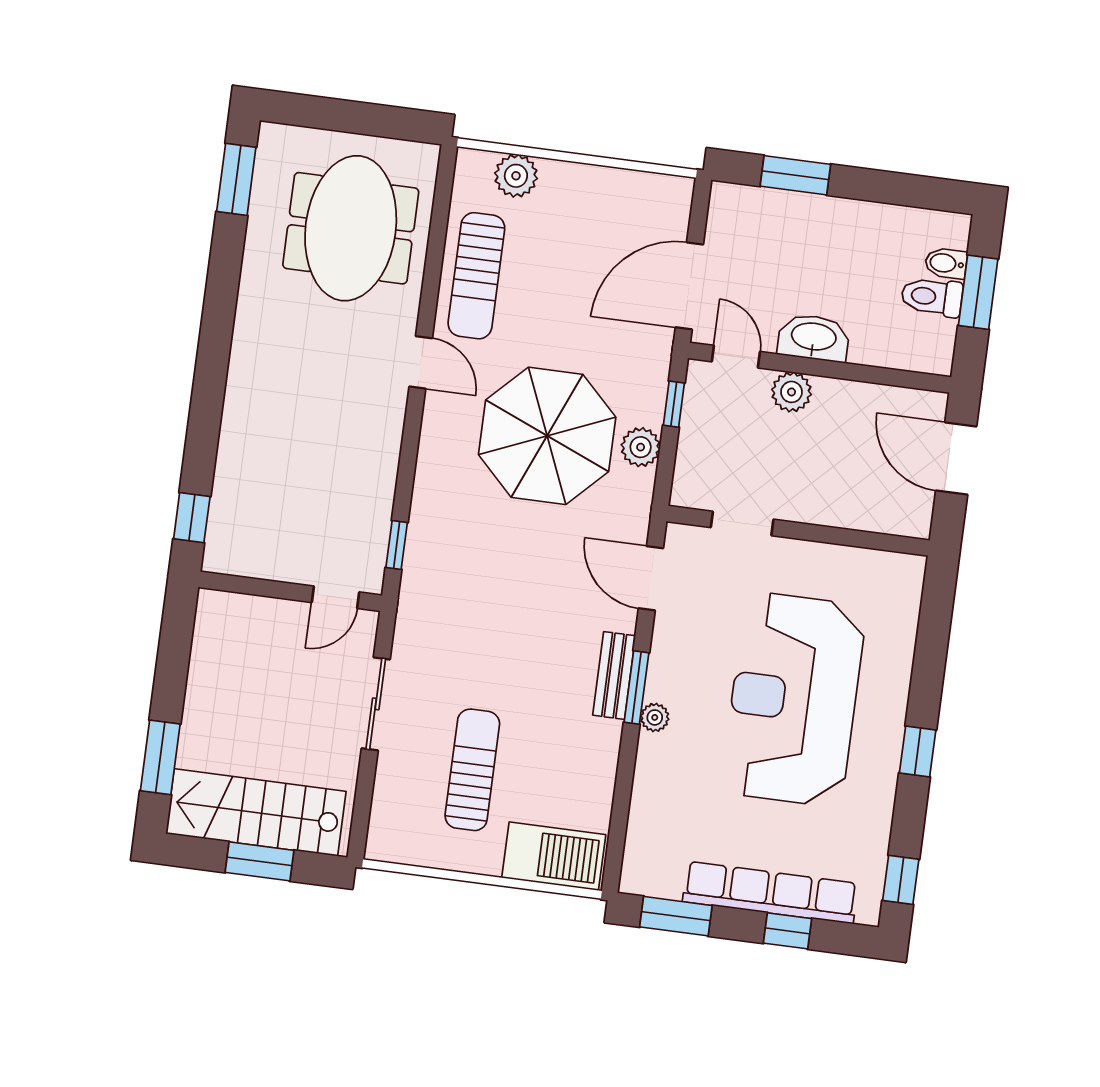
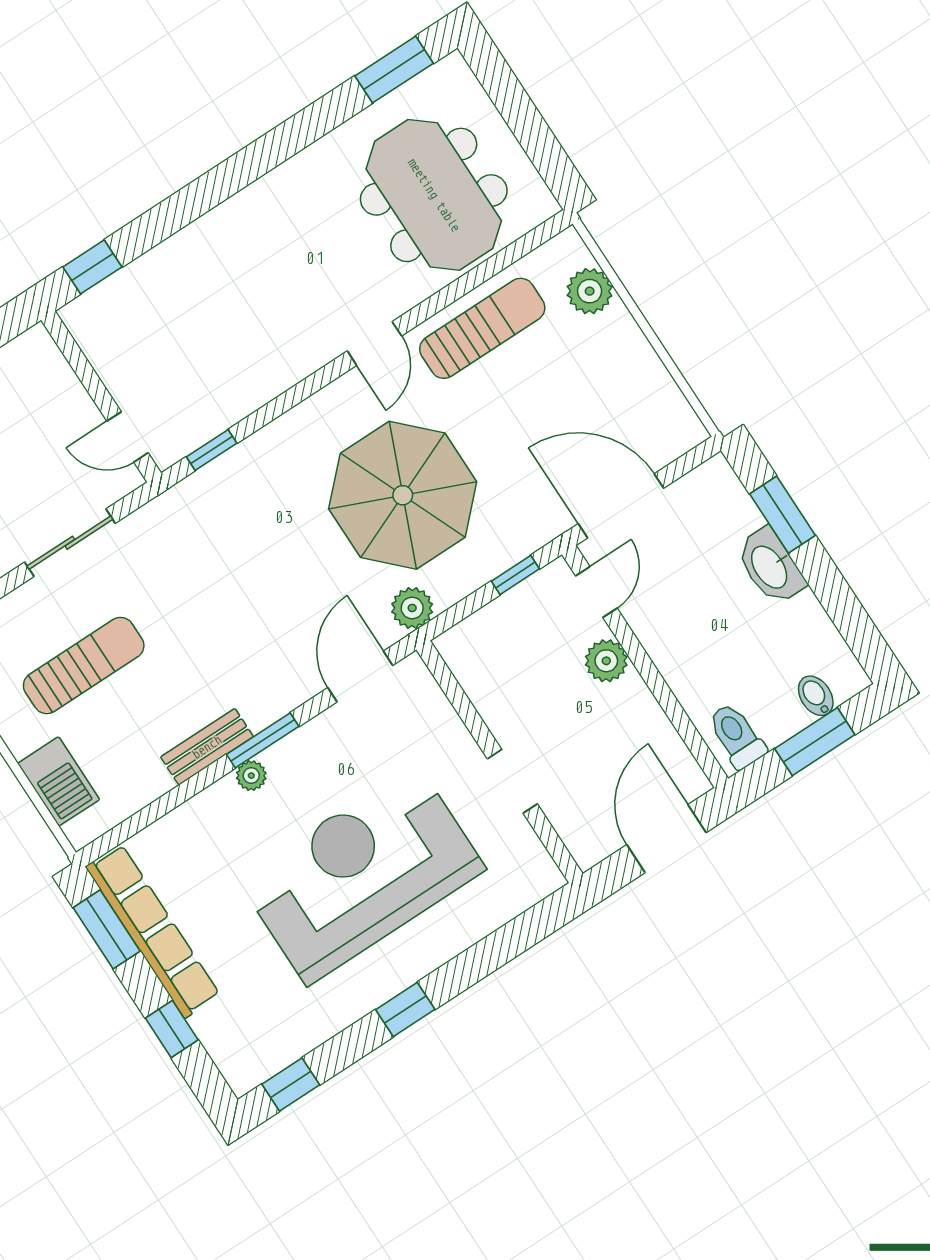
meeting table: (351, 228) -> (434, 195), turned 90
sun lounger: (476, 276) -> (482, 328), turned 180
toilet: (932, 297) -> (736, 736), moved
washbasin: (814, 338) -> (770, 566), moved, turned 180
plant: (641, 447) -> (412, 608), moved
doorway: (742, 523) -> (512, 781), moved
bench: (614, 675) -> (207, 747), moved
barbecue: (554, 856) -> (59, 781), width x0.73, depth x0.83
row of seats: (770, 893) -> (153, 931), moved

